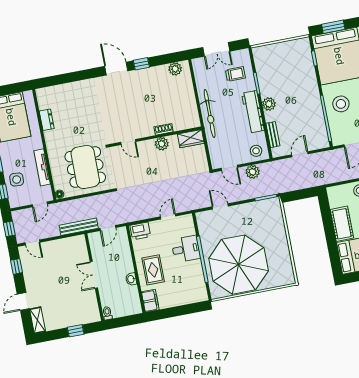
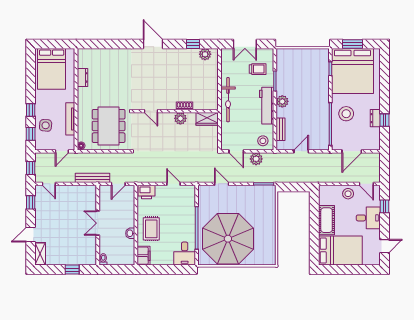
window: (141, 64) -> (193, 44), moved
door: (168, 216) -> (174, 184), hinge flipped
desk: (186, 249) -> (185, 254), moved, turned 90

